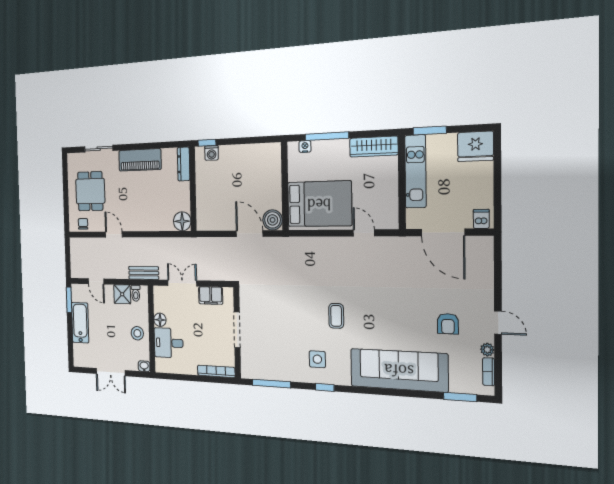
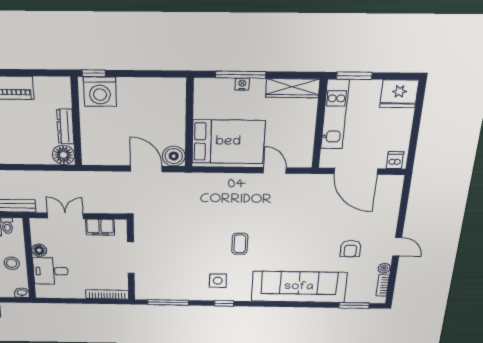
nightstand: (305, 147) -> (242, 84), moved
washing machine: (212, 153) -> (100, 92), width x1.89, depth x1.89
dresser: (184, 164) -> (65, 126), moved

